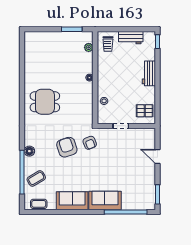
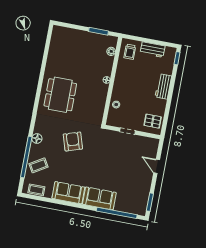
dining table: (45, 102) -> (60, 95), width x1.38
armchair: (90, 143) -> (95, 141), removed

